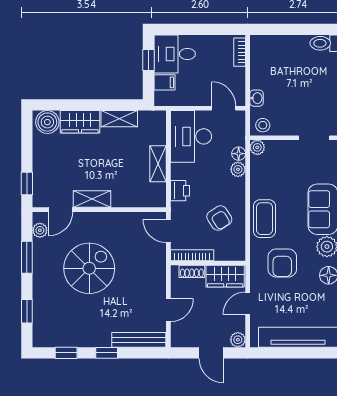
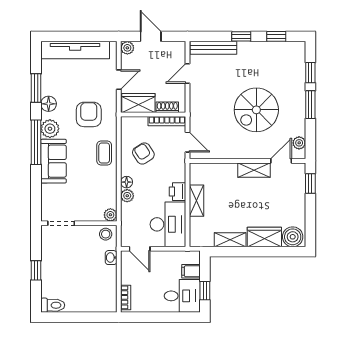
floor lamp: (239, 154) -> (127, 182), moved
printer: (180, 191) -> (178, 192), moved
coffee table: (265, 219) -> (104, 153), width x0.73, depth x0.77
window: (27, 257) -> (310, 105), moved

